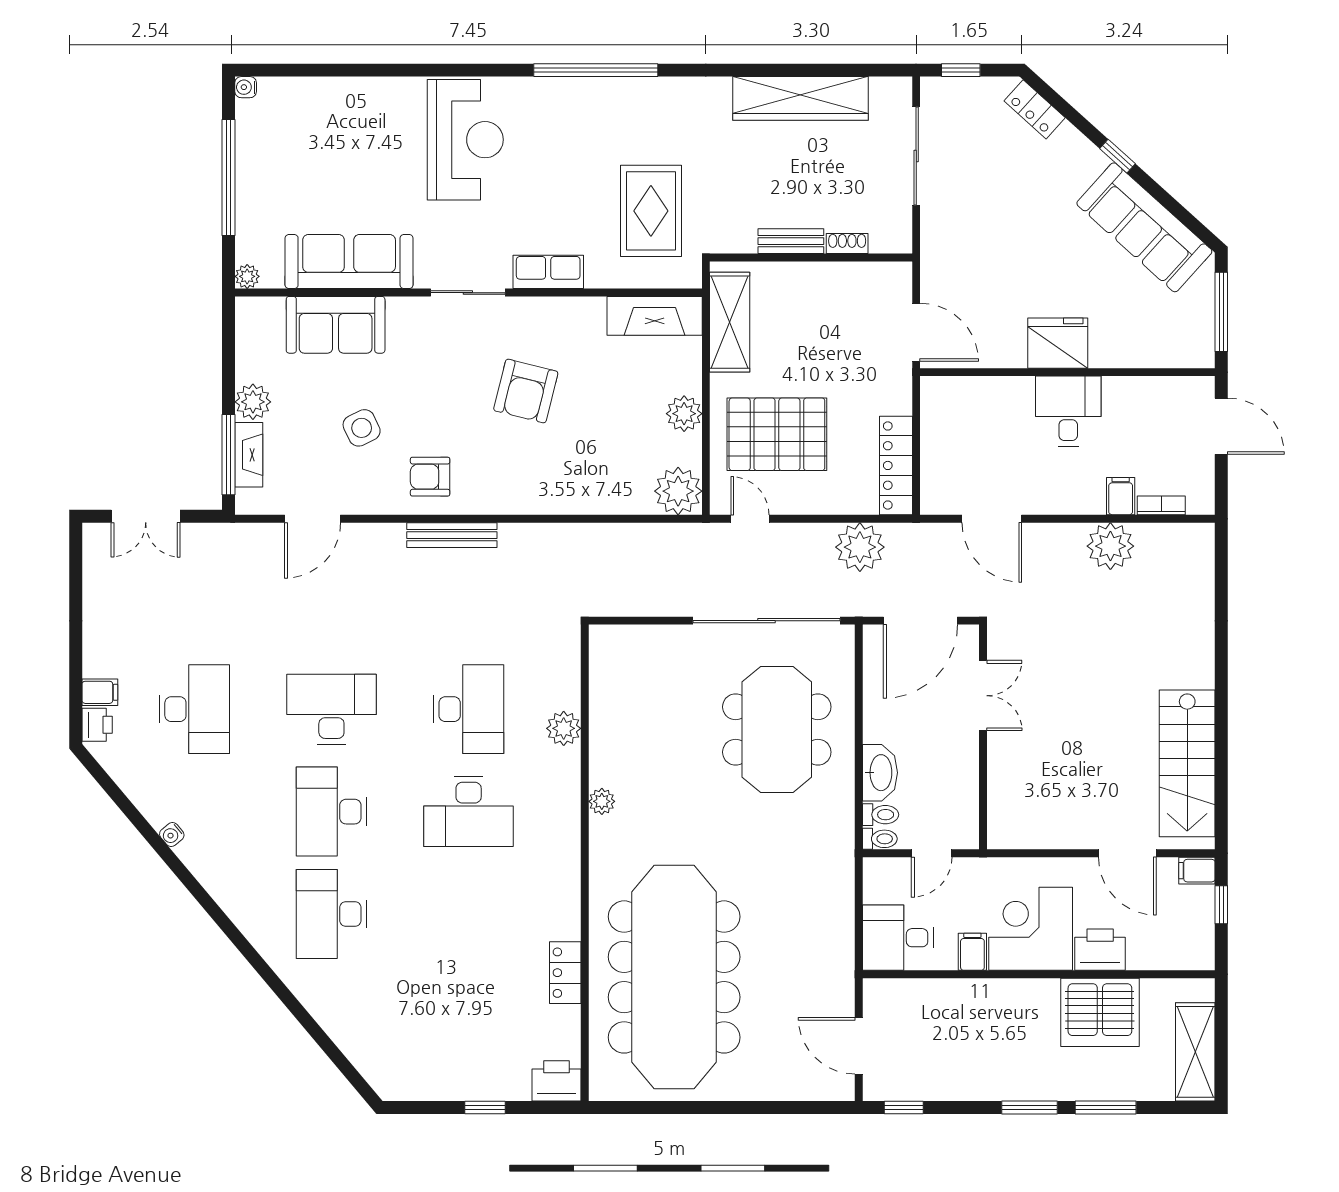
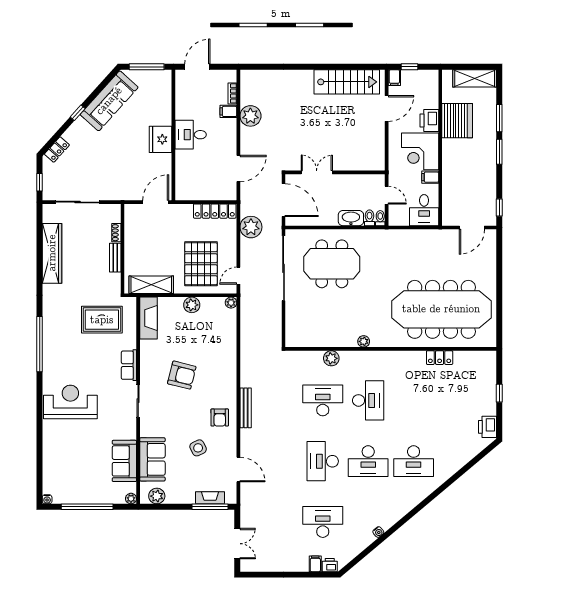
sofa: (349, 262) -> (124, 461), width x0.73
plant: (253, 402) -> (157, 496), moved
plant: (678, 491) -> (231, 303), width x0.53, depth x0.53
printer: (557, 1081) -> (488, 427), moved

